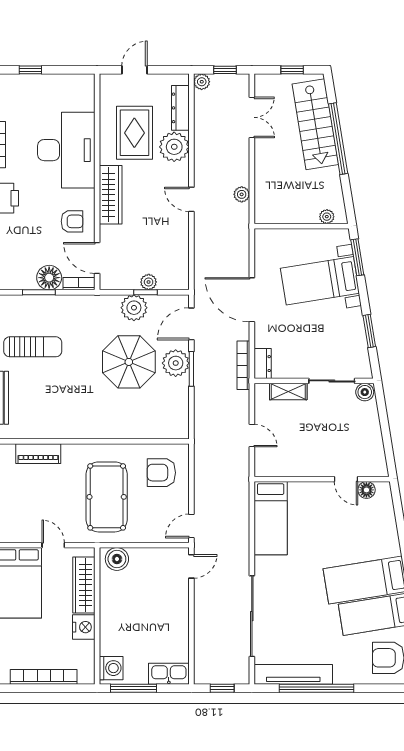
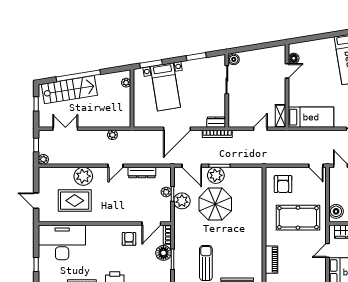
dresser: (180, 108) -> (142, 172), moved
desk: (66, 150) -> (62, 242), moved
wardrobe: (111, 195) -> (113, 215), removed
shelving: (288, 392) -> (281, 116), moved

